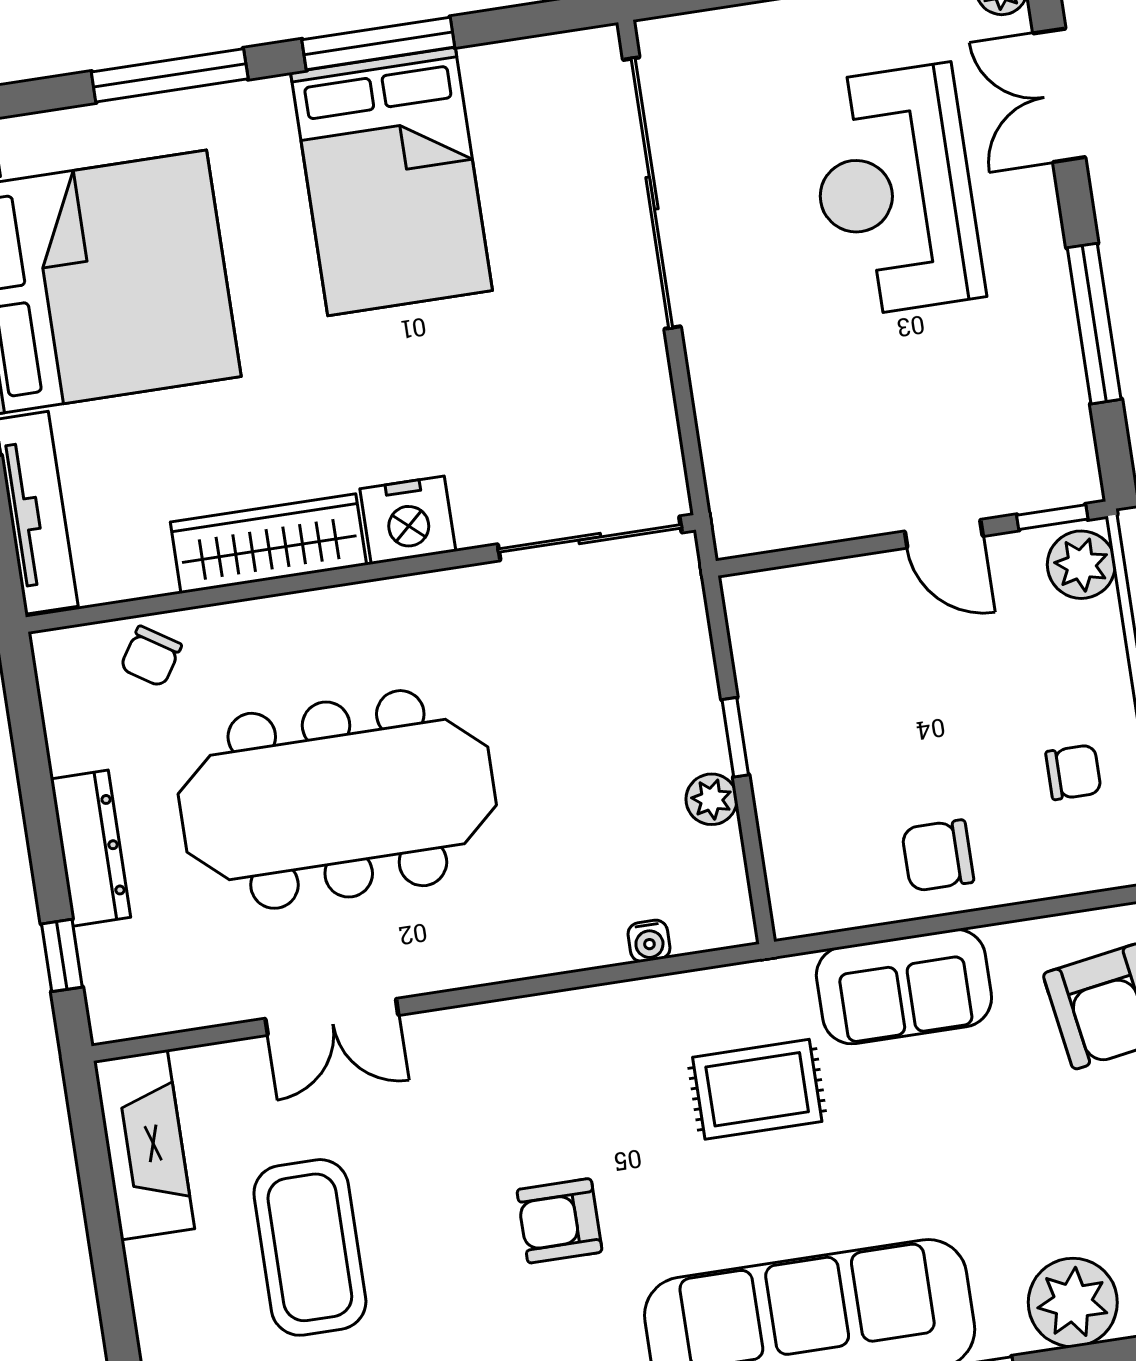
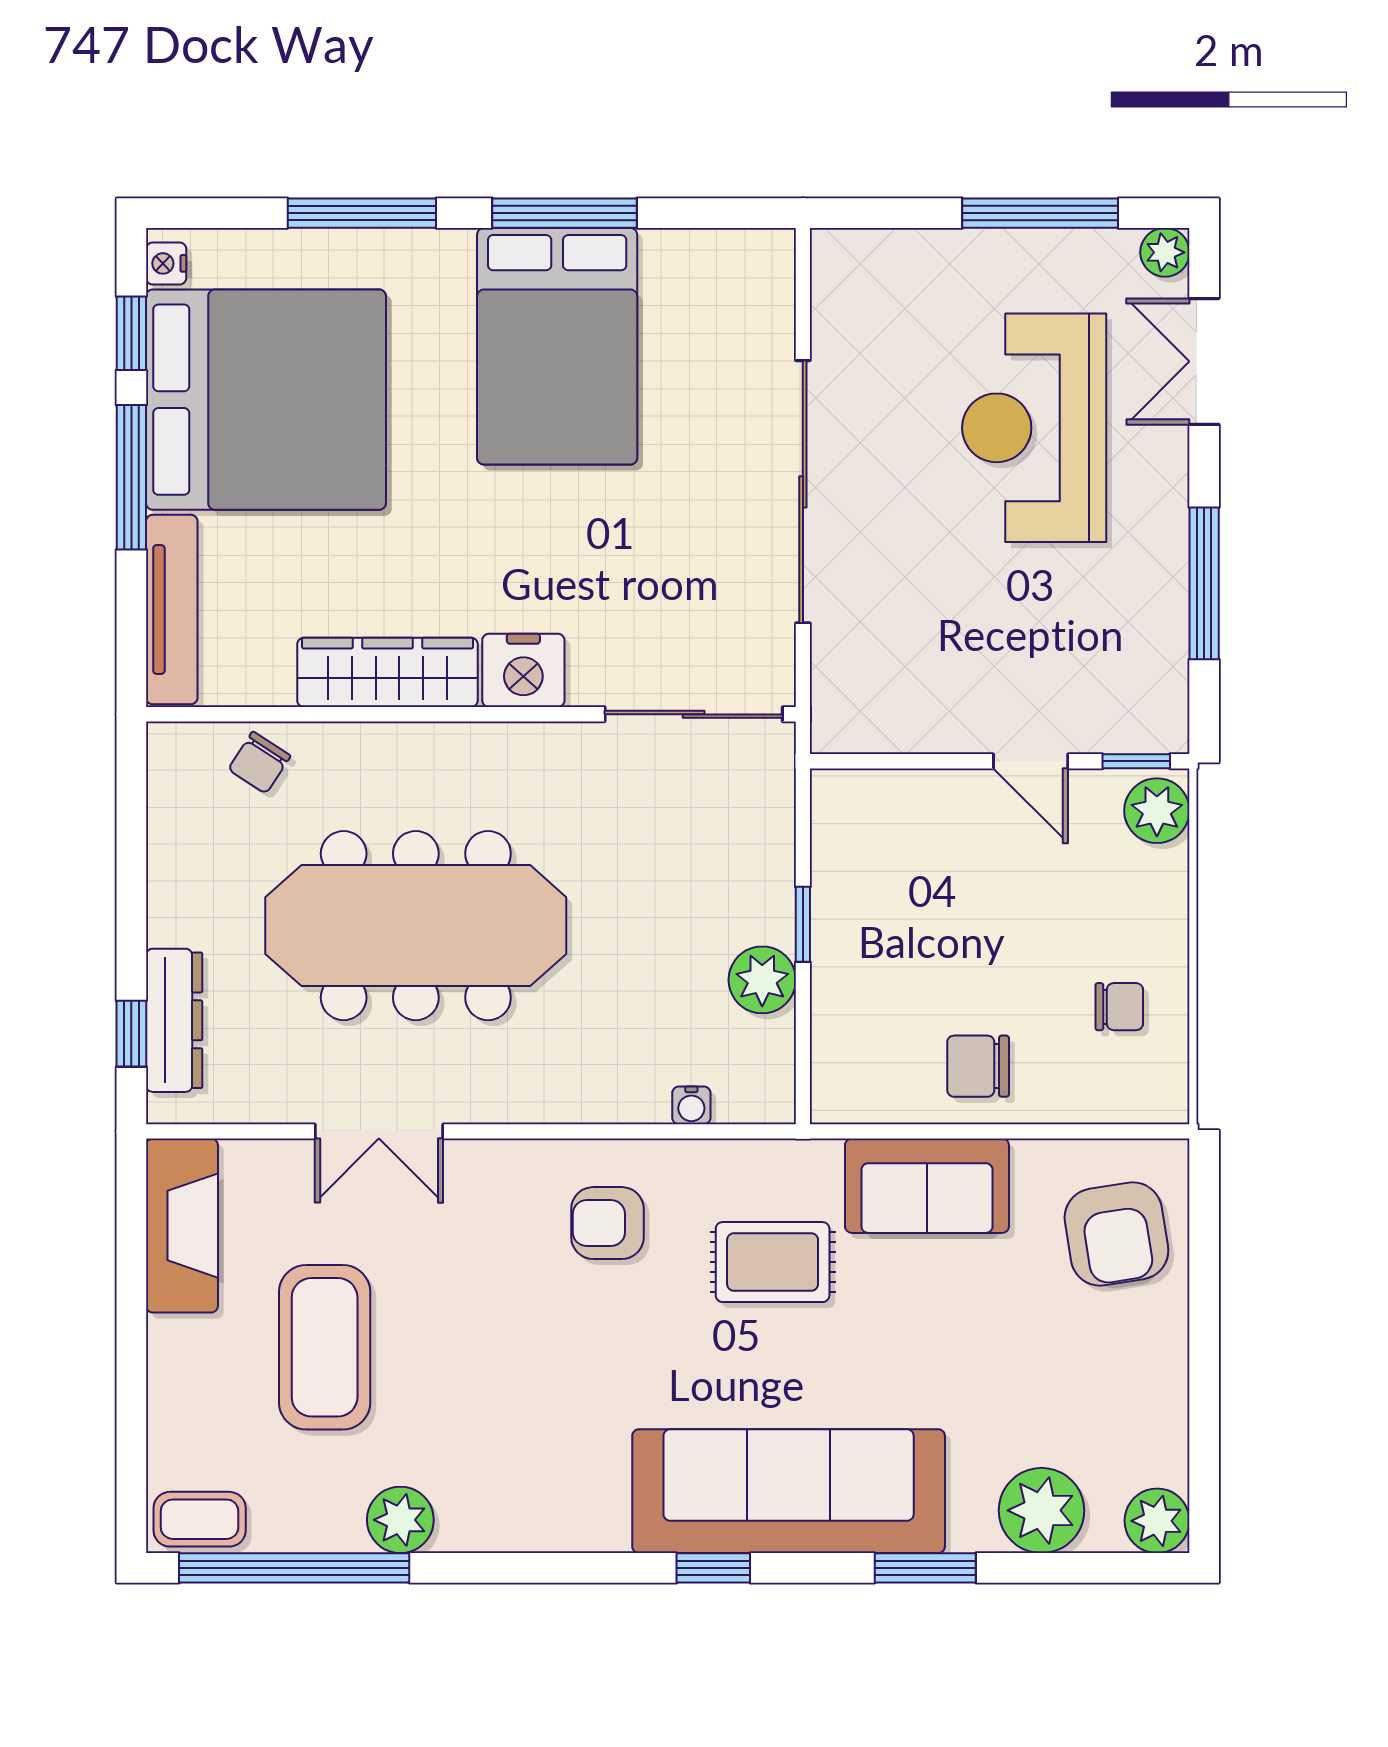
sliding door: (652, 193) -> (803, 492), moved
plant: (712, 799) -> (762, 980), width x1.38, depth x1.38
dresser: (90, 848) -> (174, 1020), moved
armchair: (560, 1221) -> (607, 1223), moved

